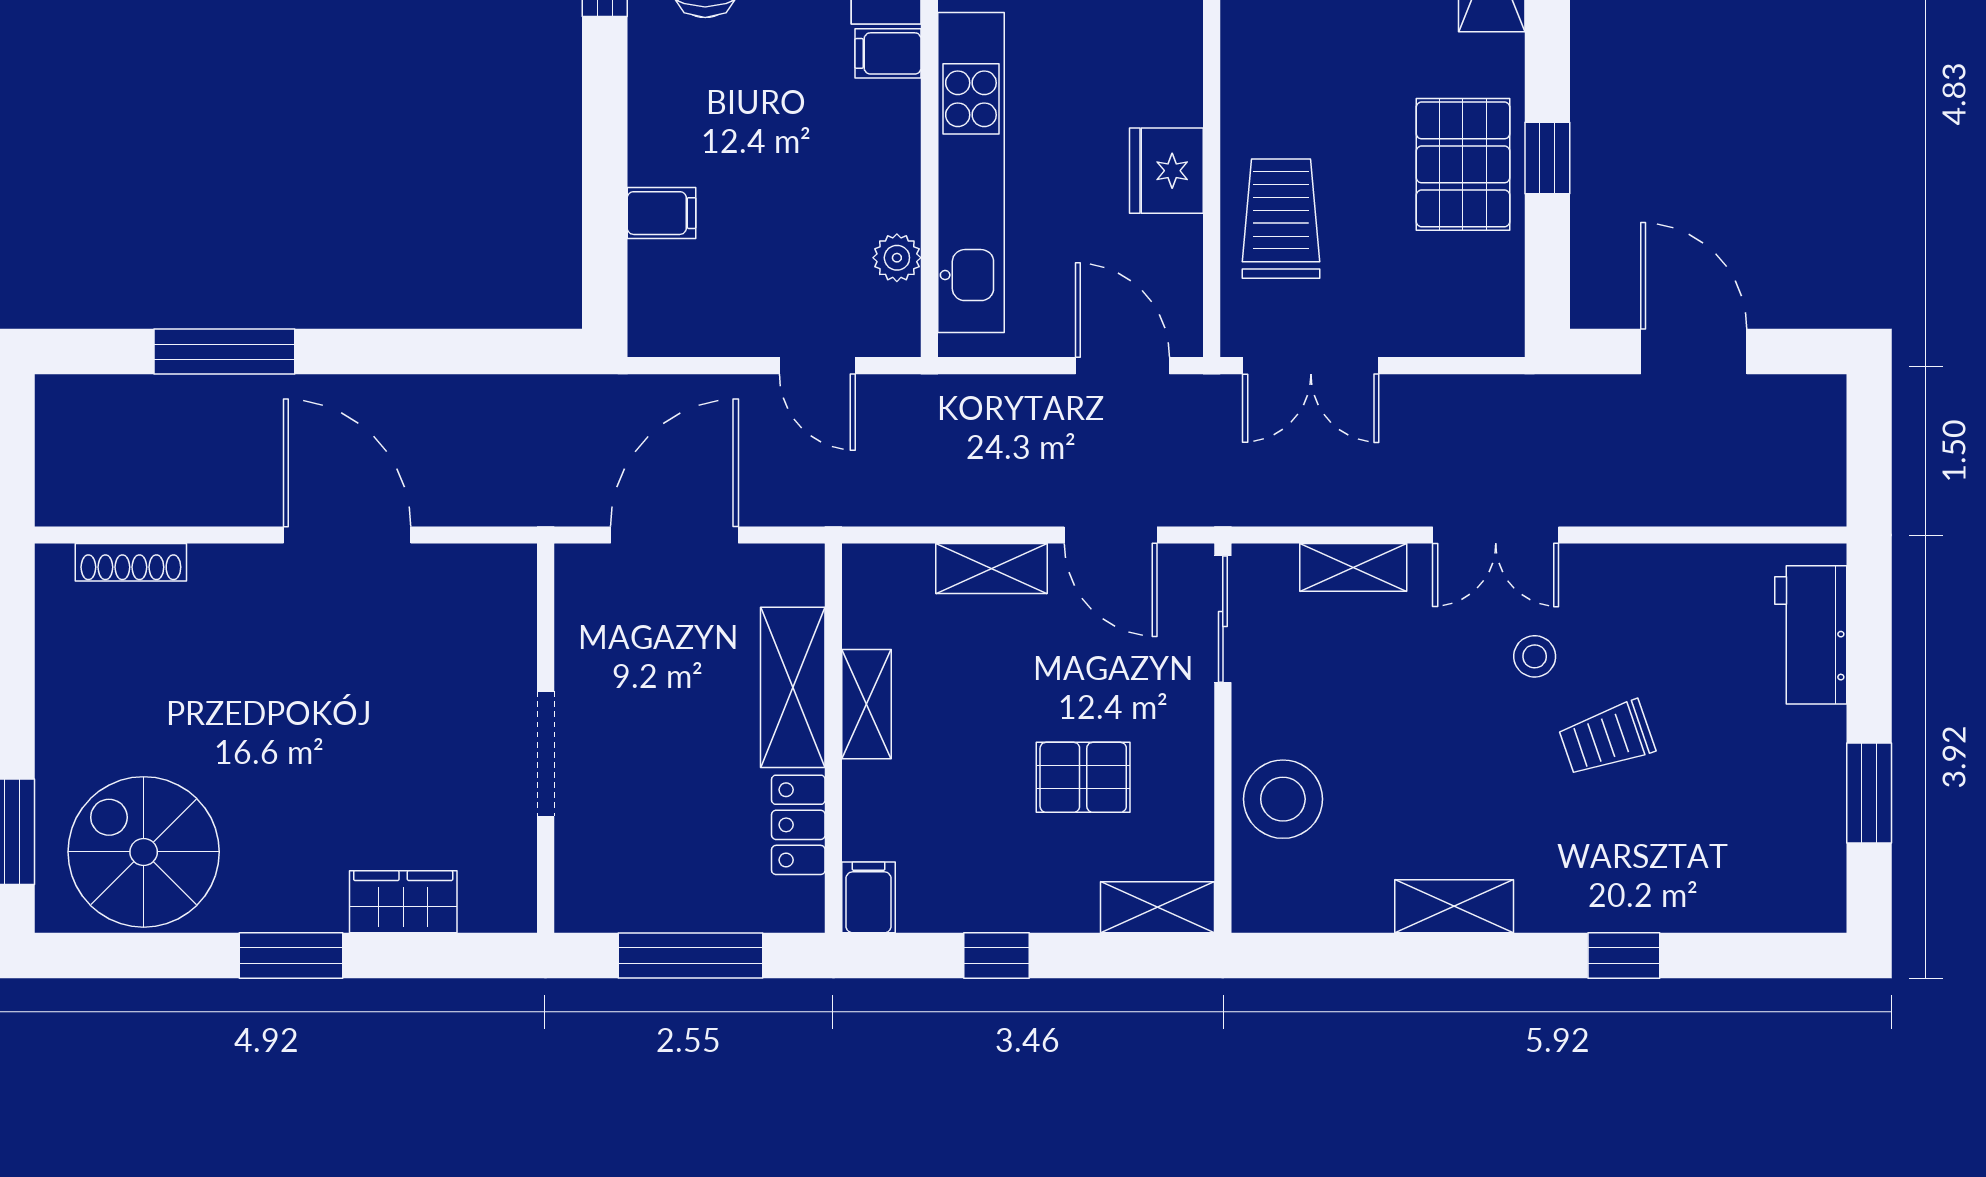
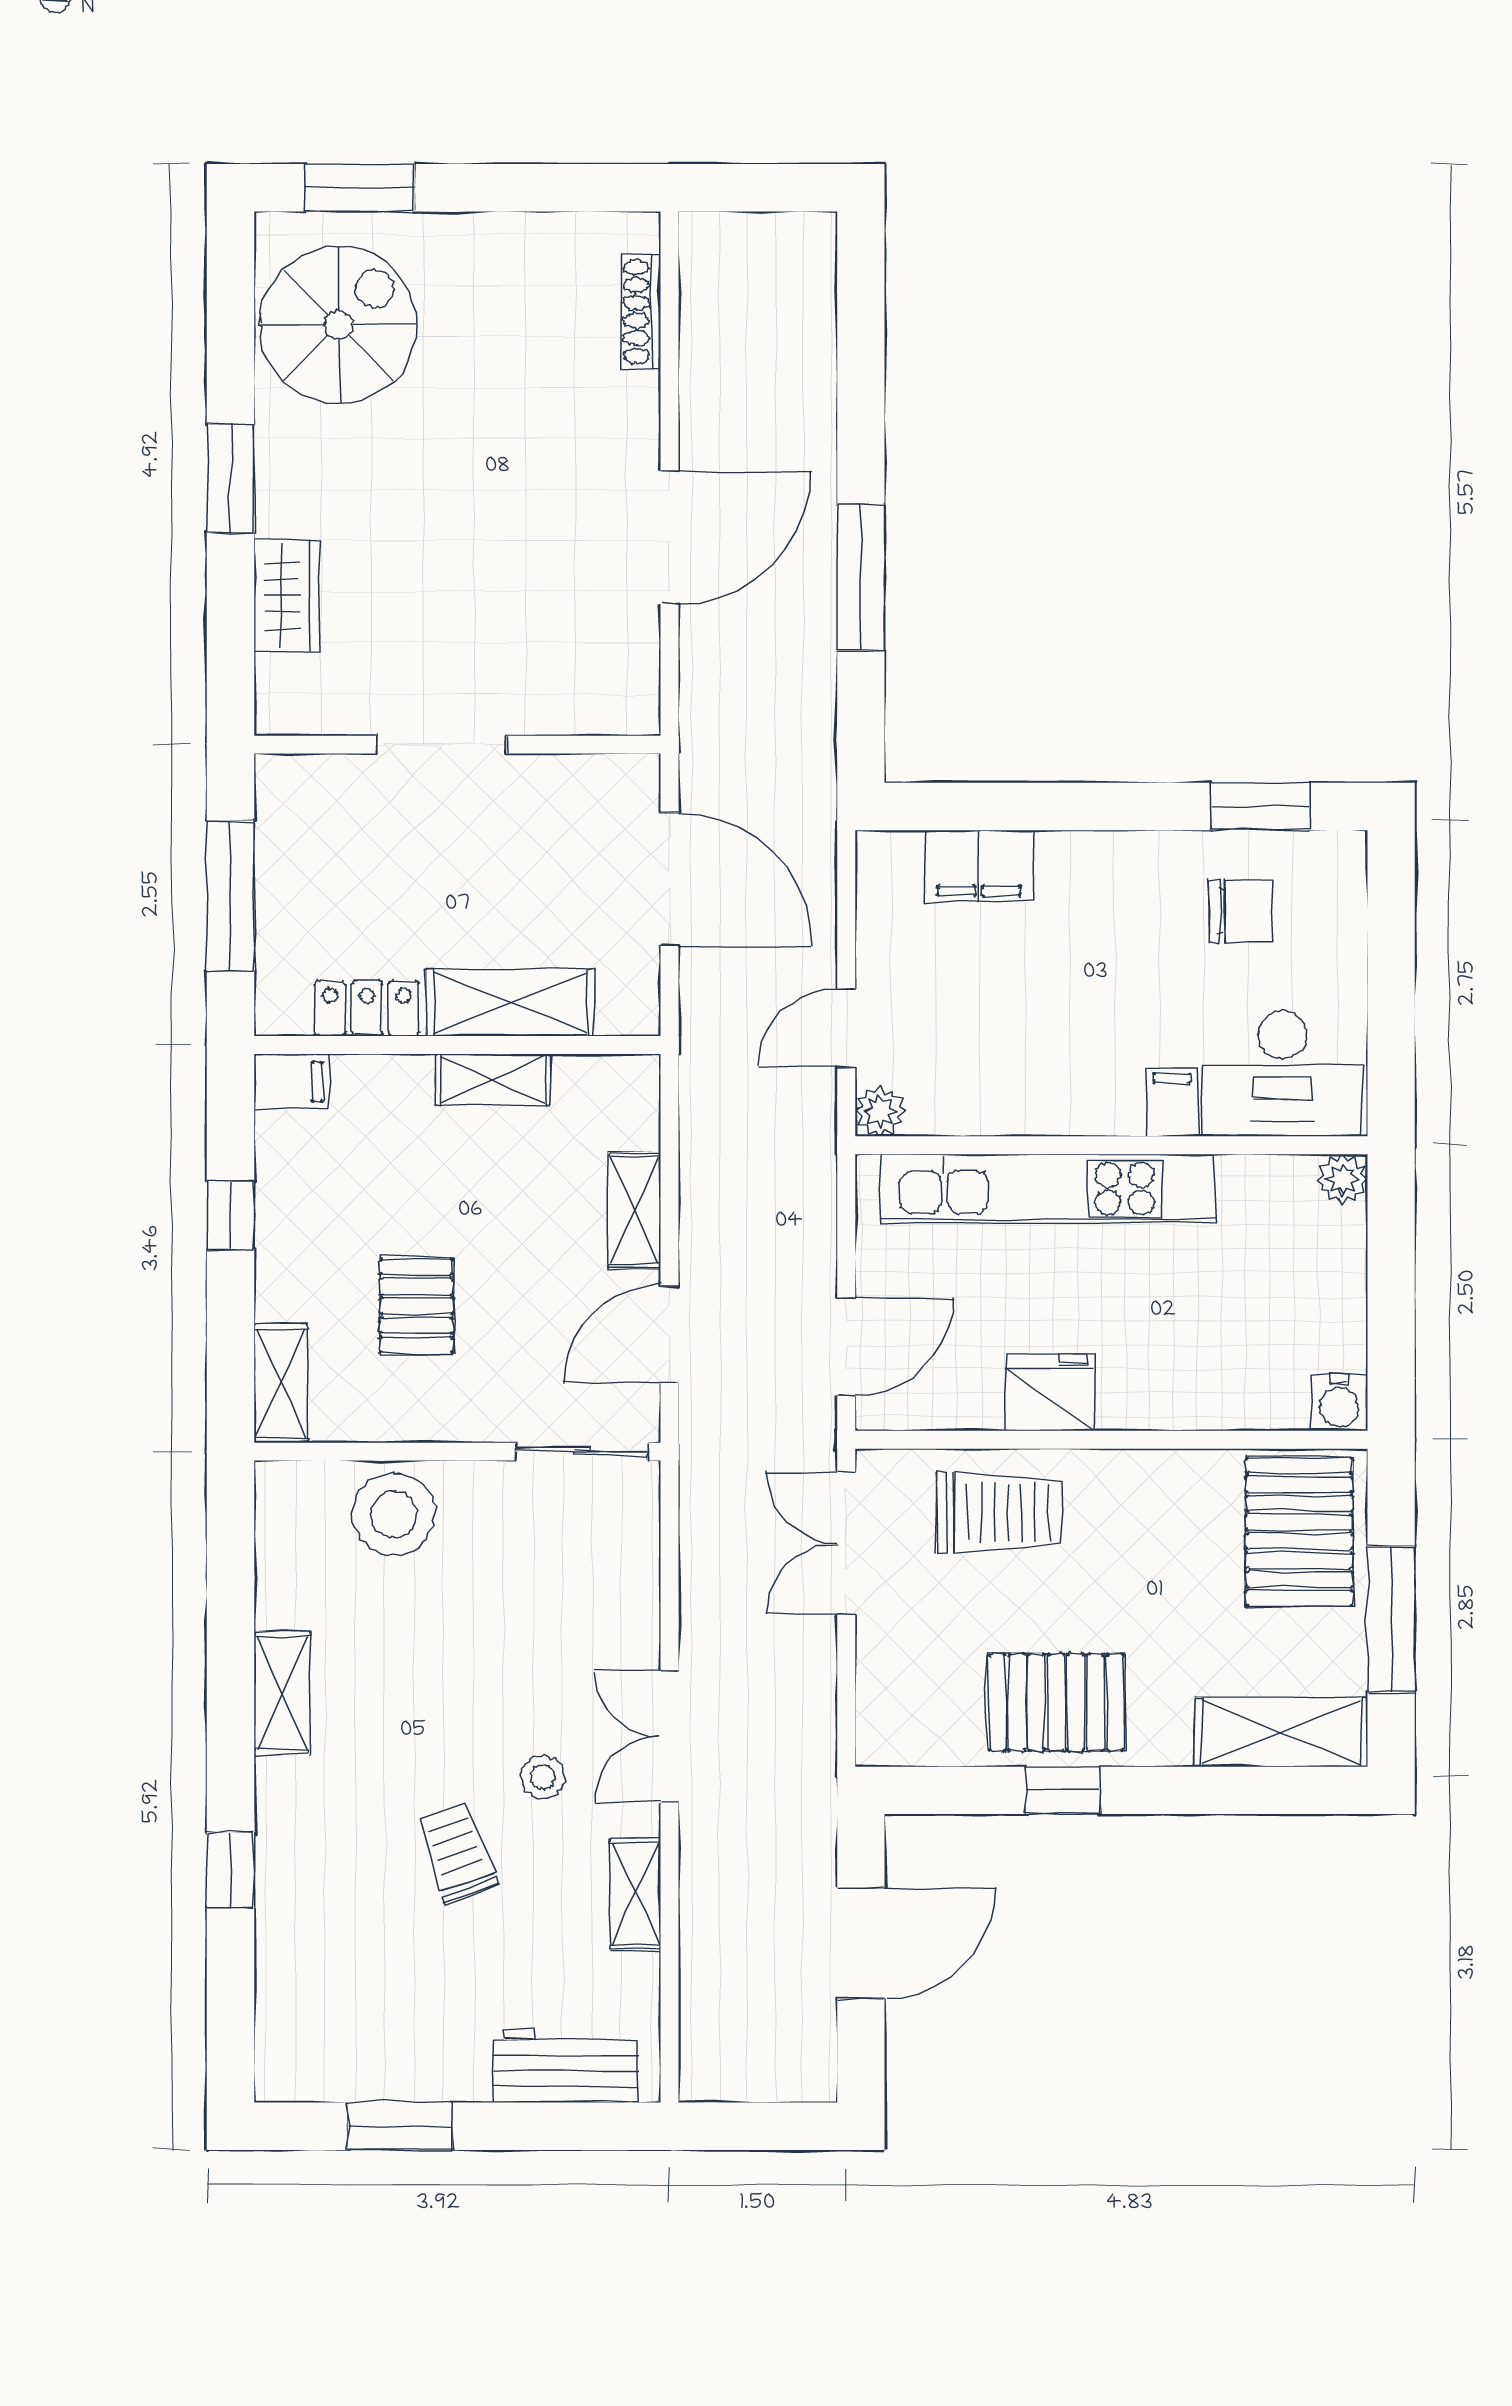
filing cabinet: (662, 213) -> (979, 866), width x2.00
plant: (897, 258) -> (880, 1111), moved
window: (224, 352) -> (861, 577), moved
shelving: (1353, 567) -> (636, 1894), moved

